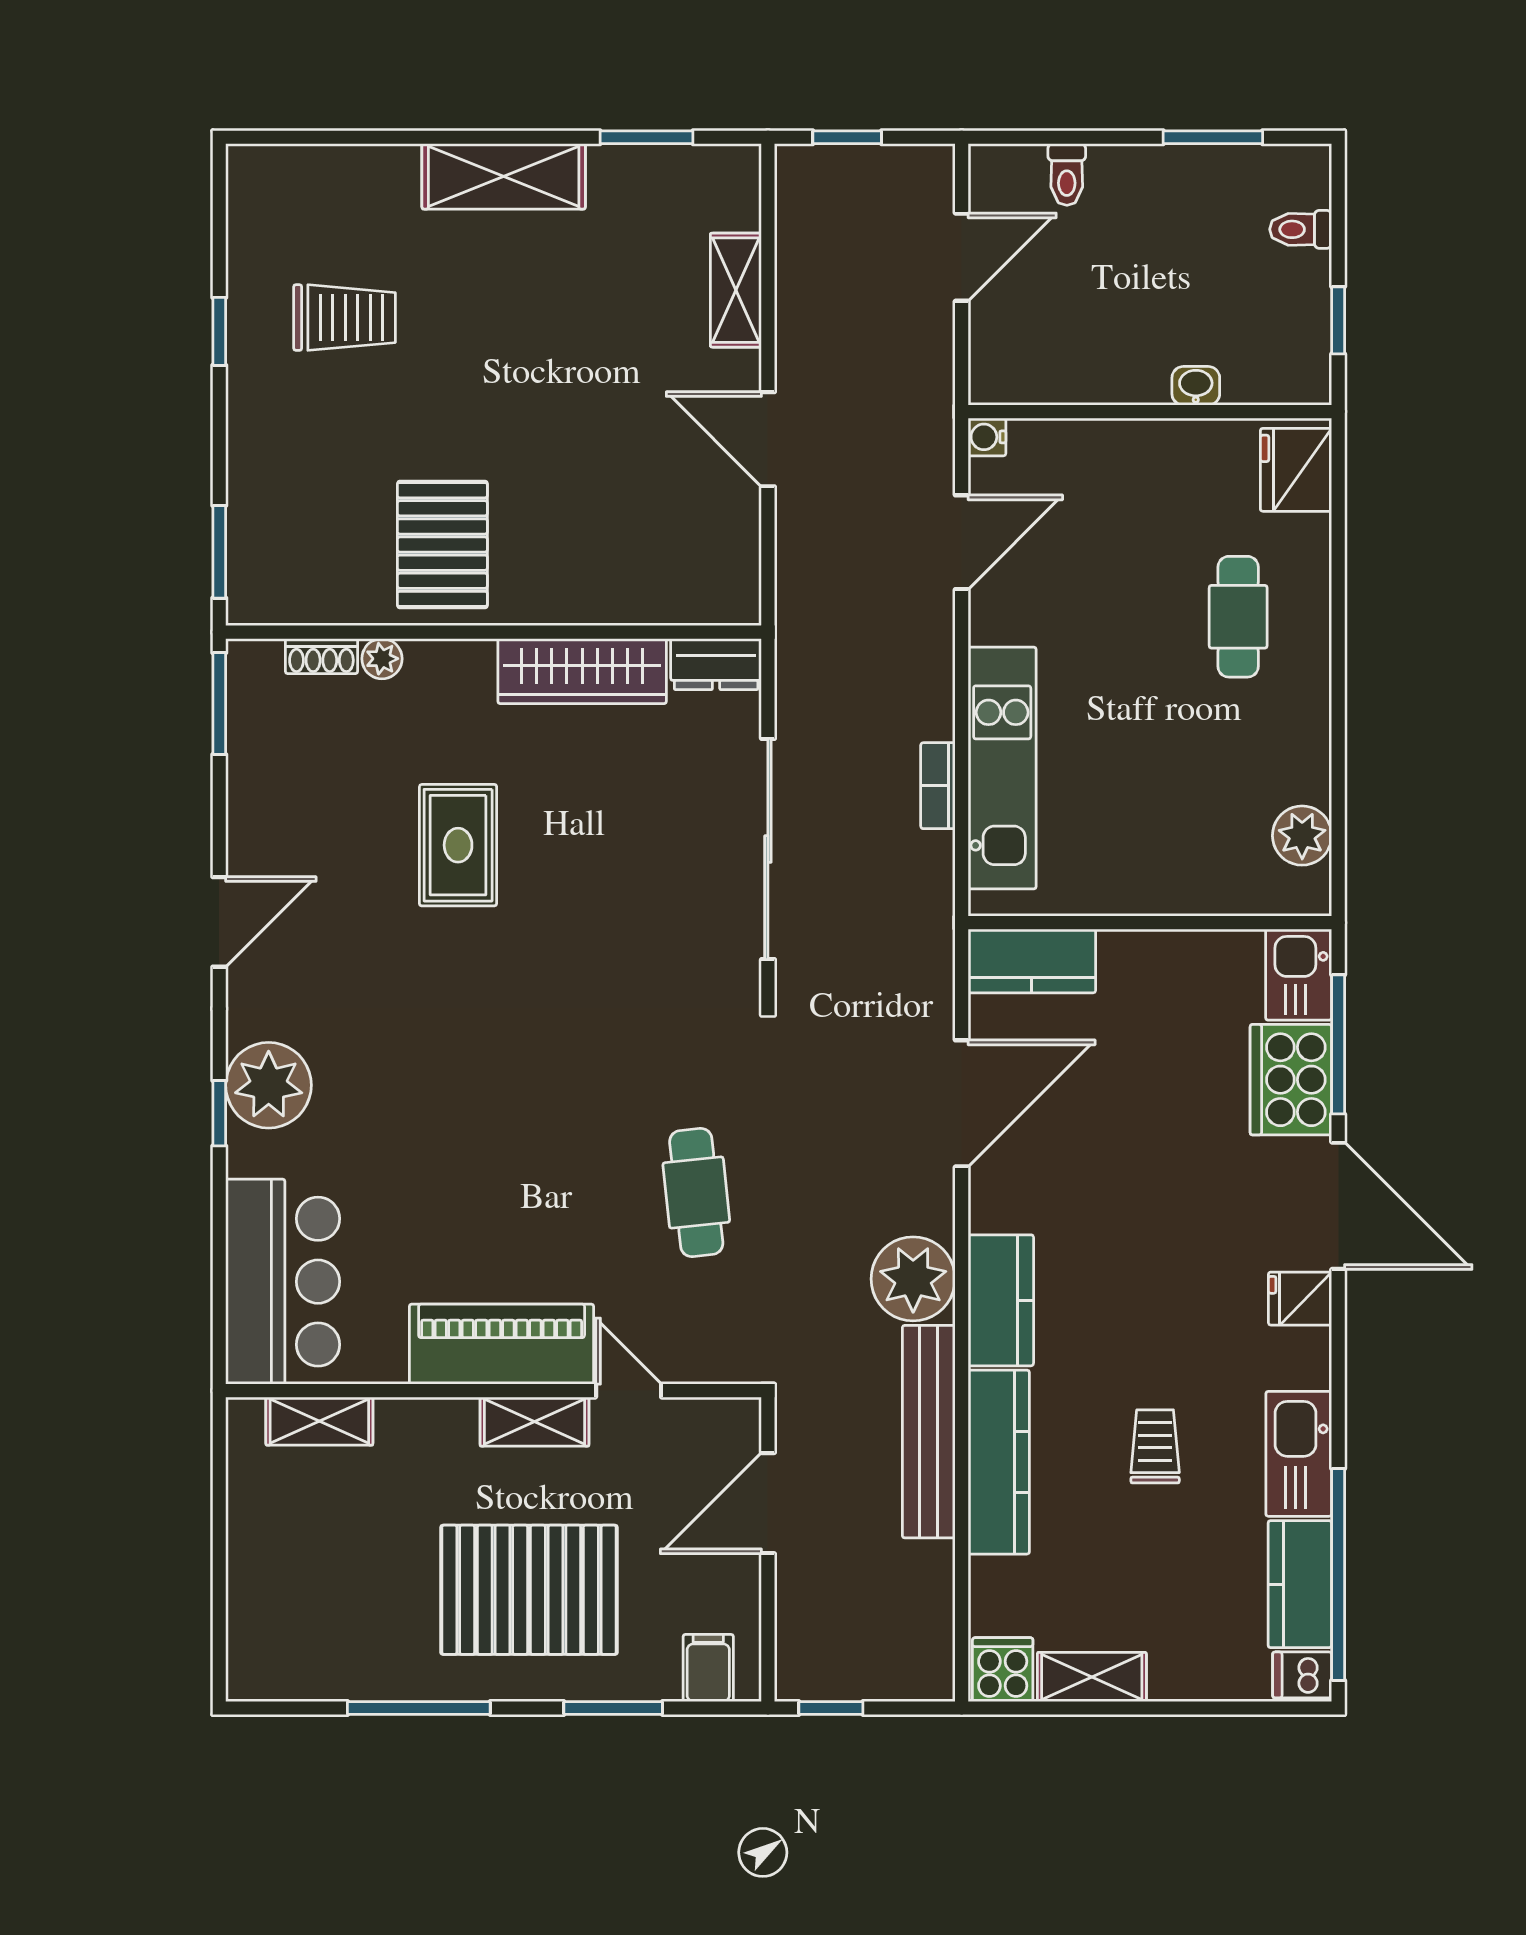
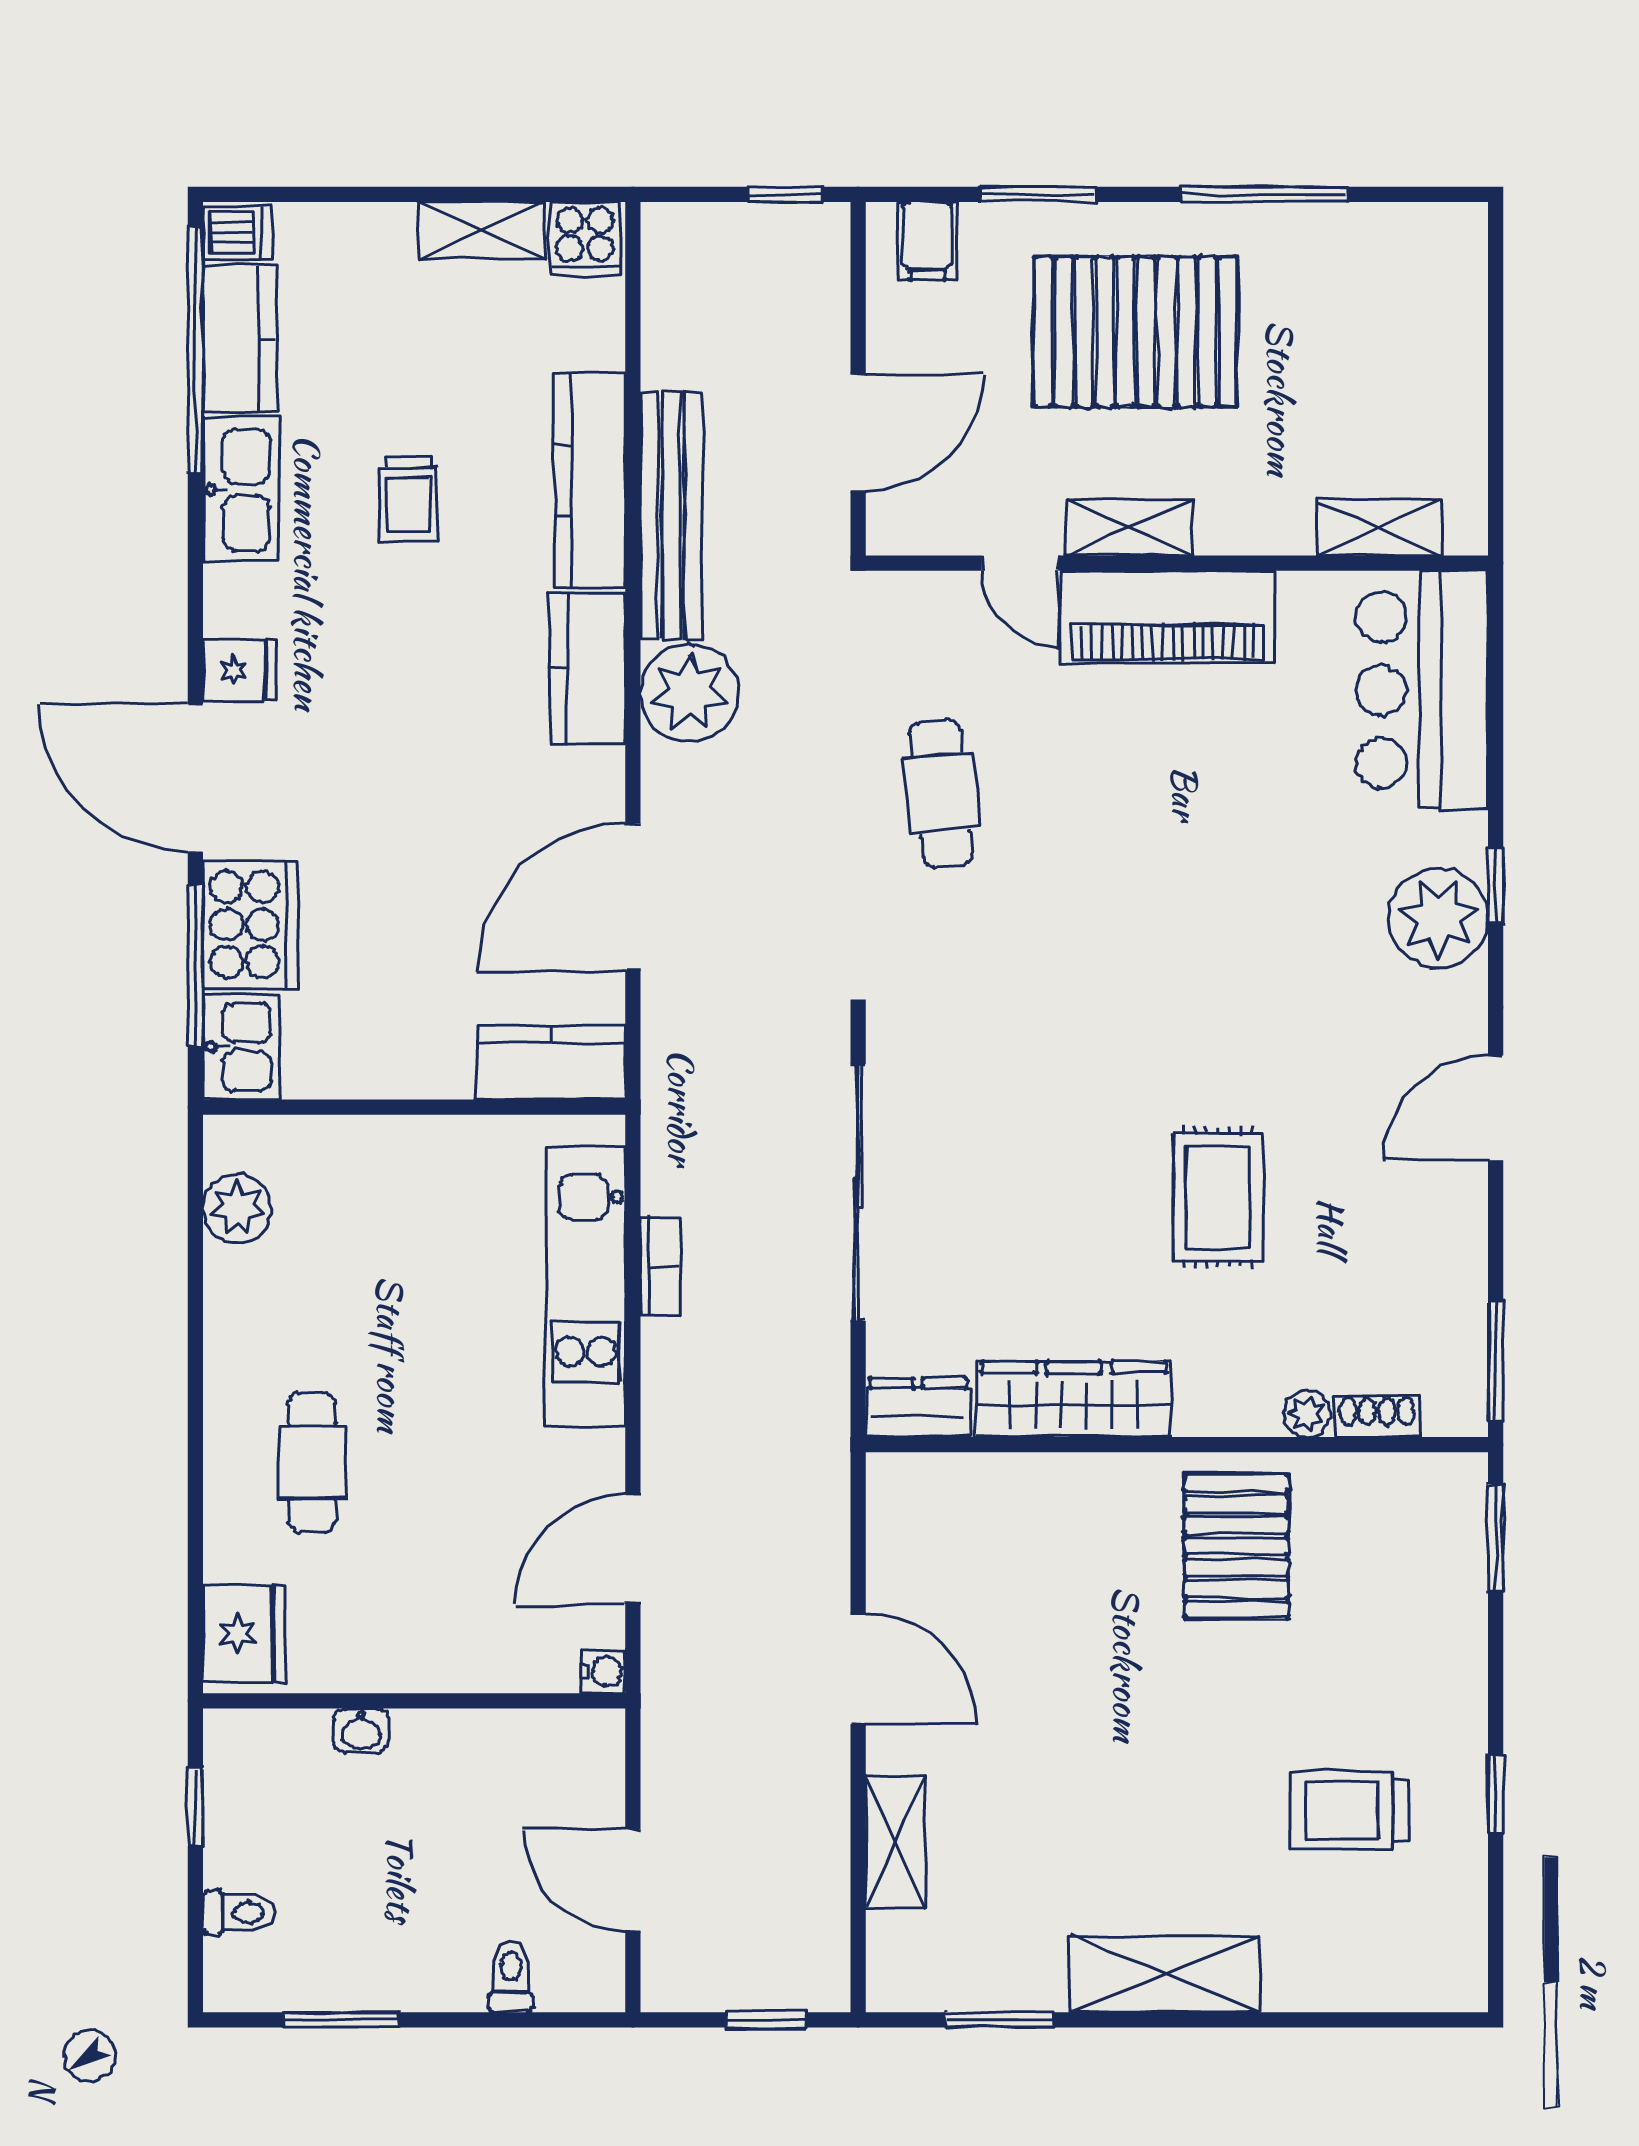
door: (962, 257) -> (633, 1880), hinge flipped

